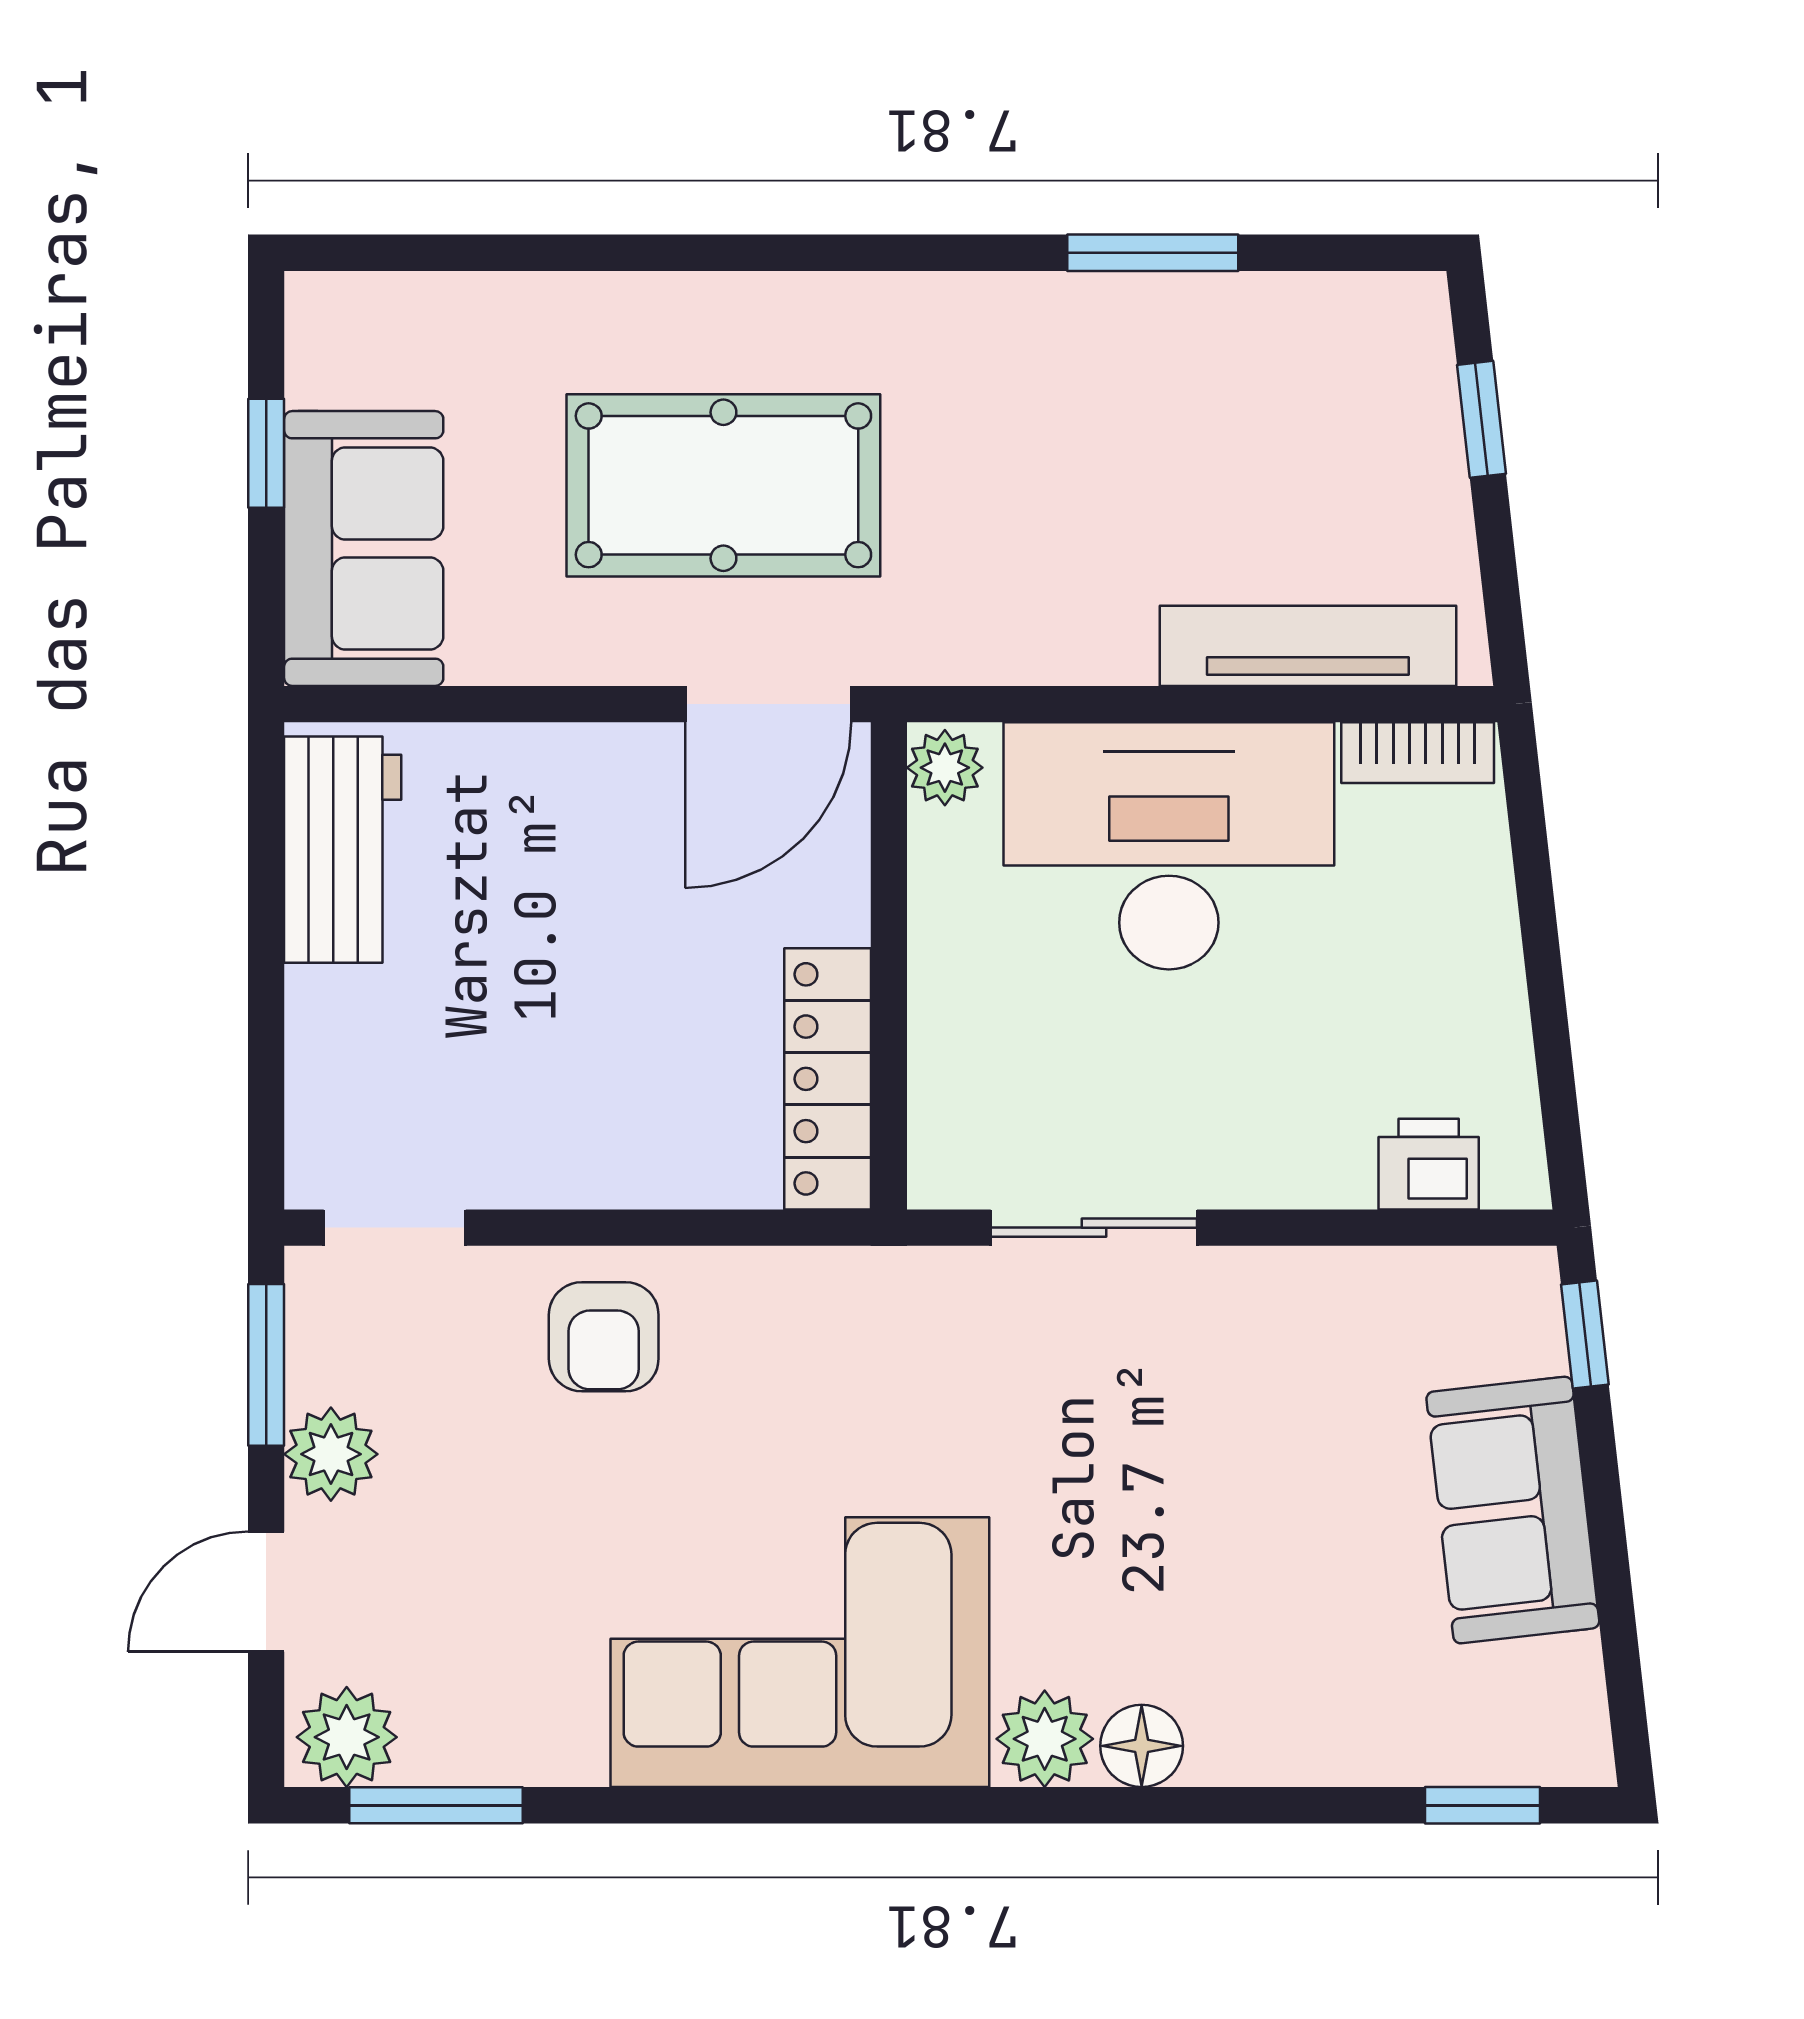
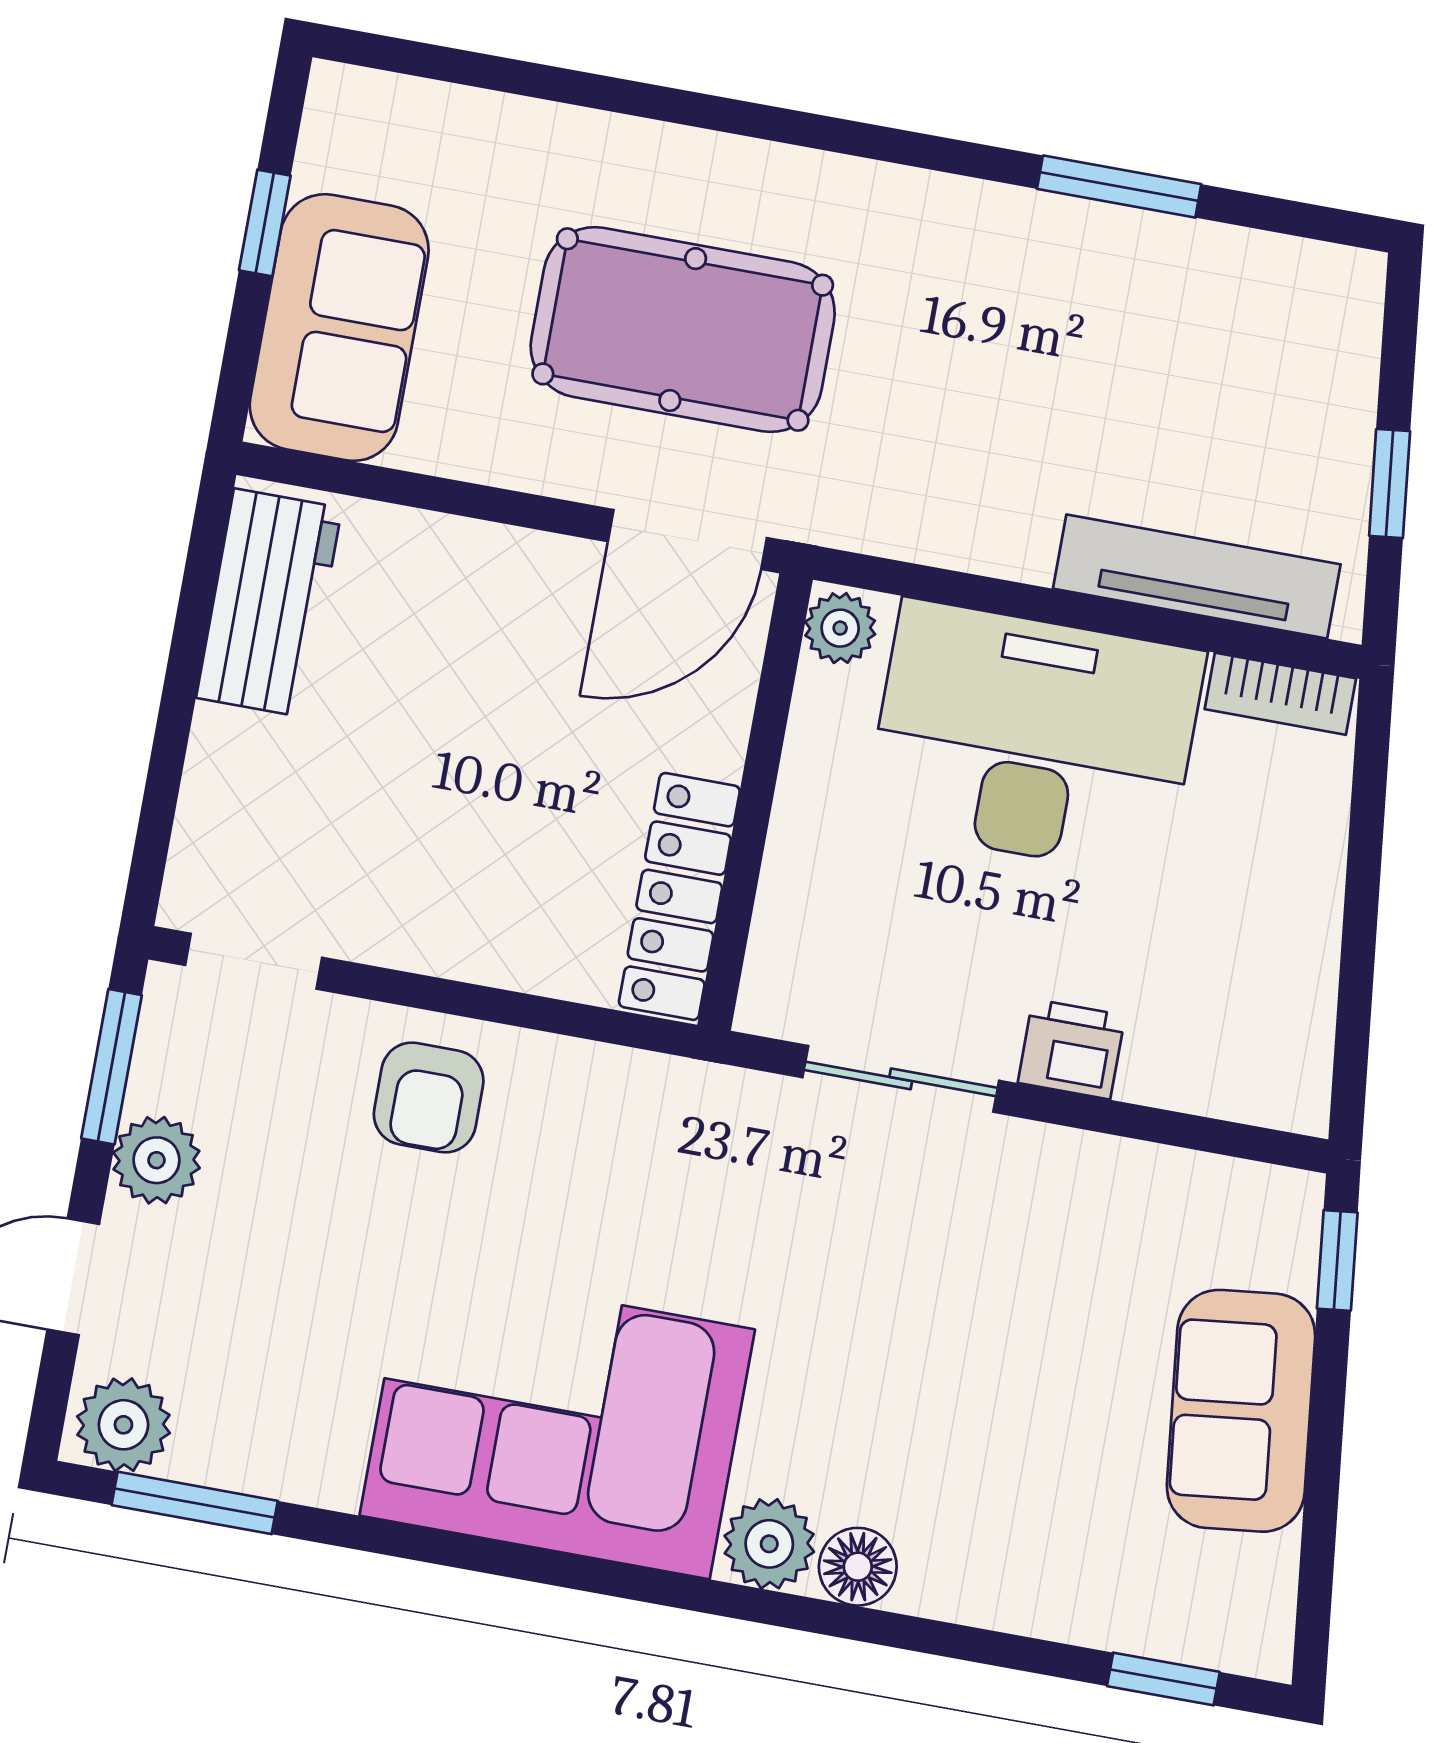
window: (1481, 419) -> (1390, 484), moved
printer: (1429, 1164) -> (1071, 1049), moved

